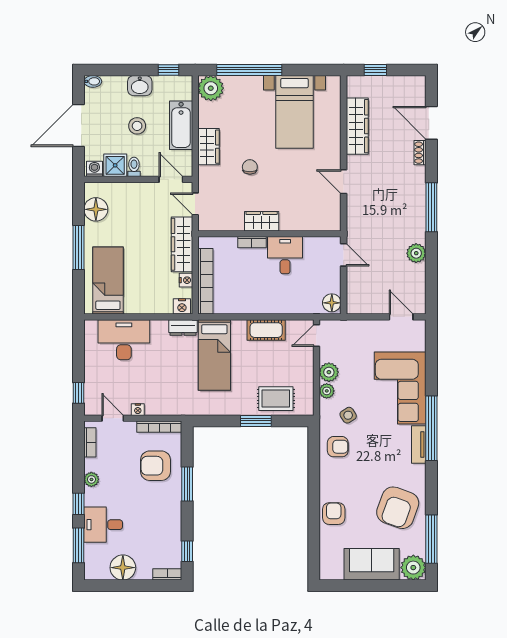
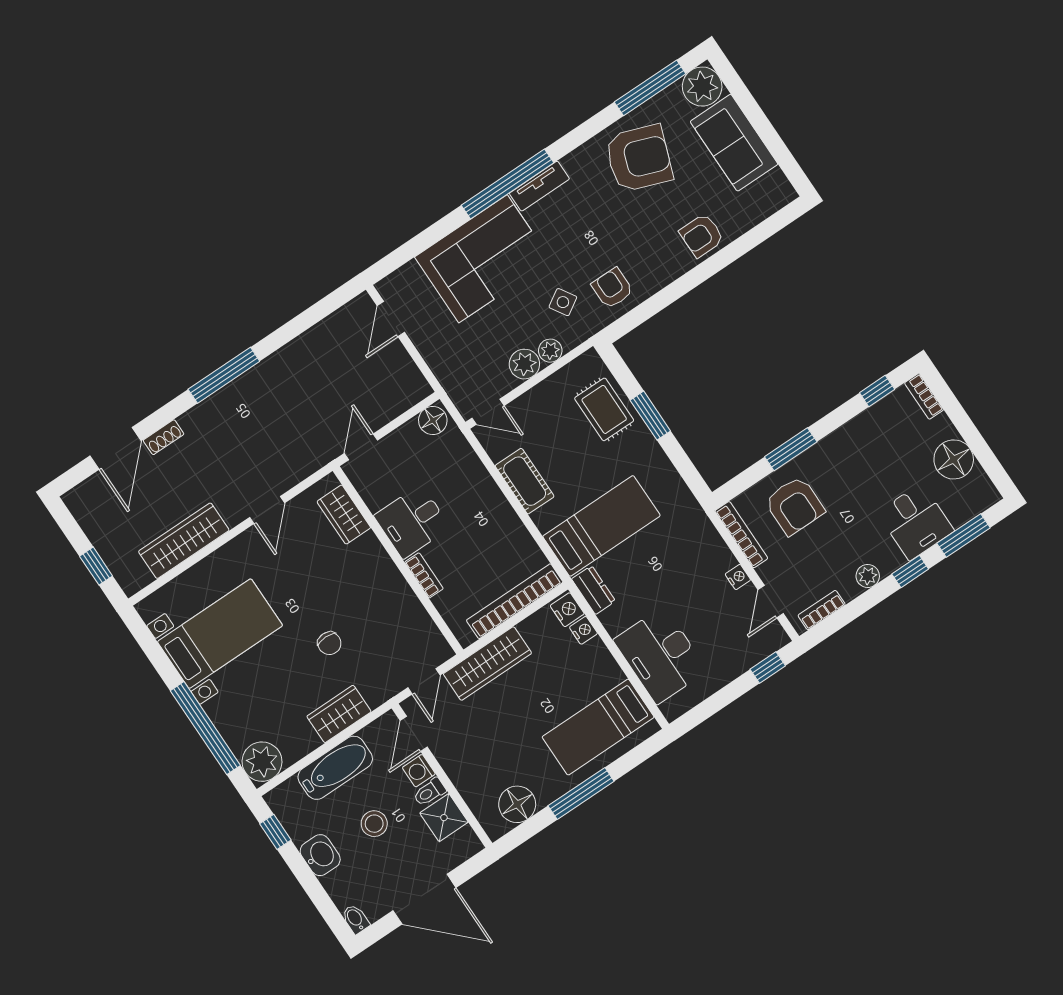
chair: (250, 167) -> (329, 643), turned -90
washing machine: (94, 169) -> (419, 771), moved
wardrobe: (262, 221) -> (344, 515), moved
plant: (416, 253) -> (296, 355), removed
nightstand: (186, 280) -> (583, 630), moved, turned 90

